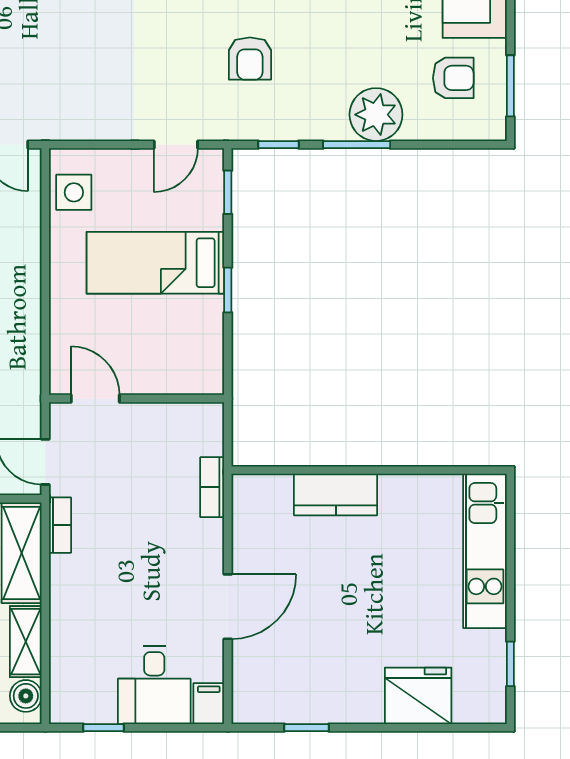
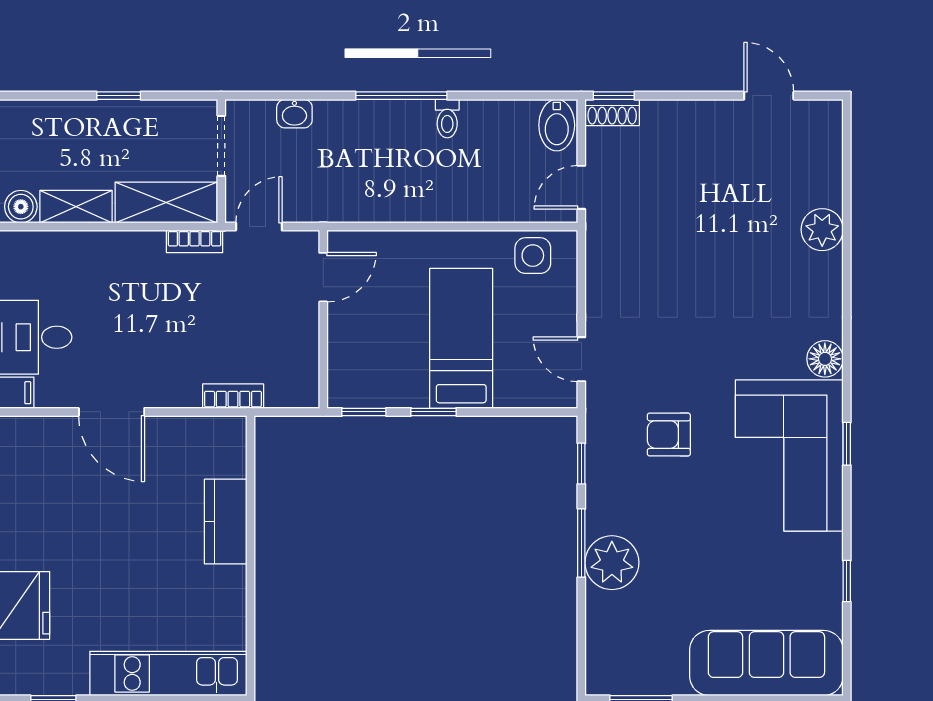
armchair: (453, 78) -> (649, 641), removed
window: (228, 192) -> (364, 412), moved

